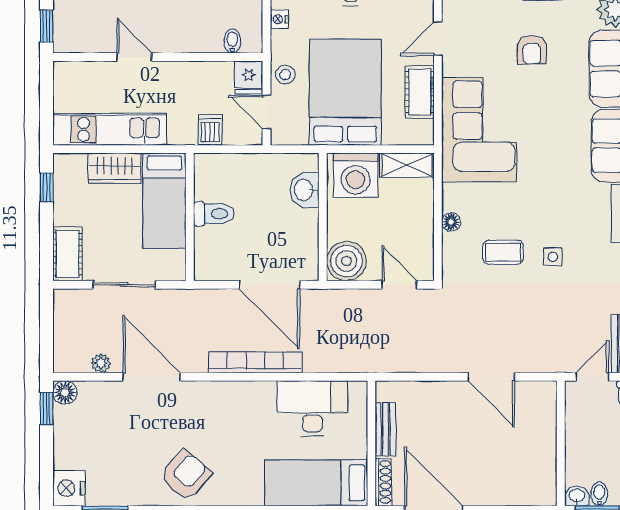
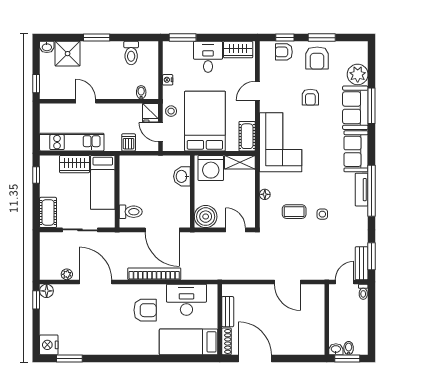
cot: (420, 92) -> (247, 136), moved
toilet: (214, 214) -> (131, 212), moved
armchair: (186, 475) -> (145, 310), moved, turned 49

